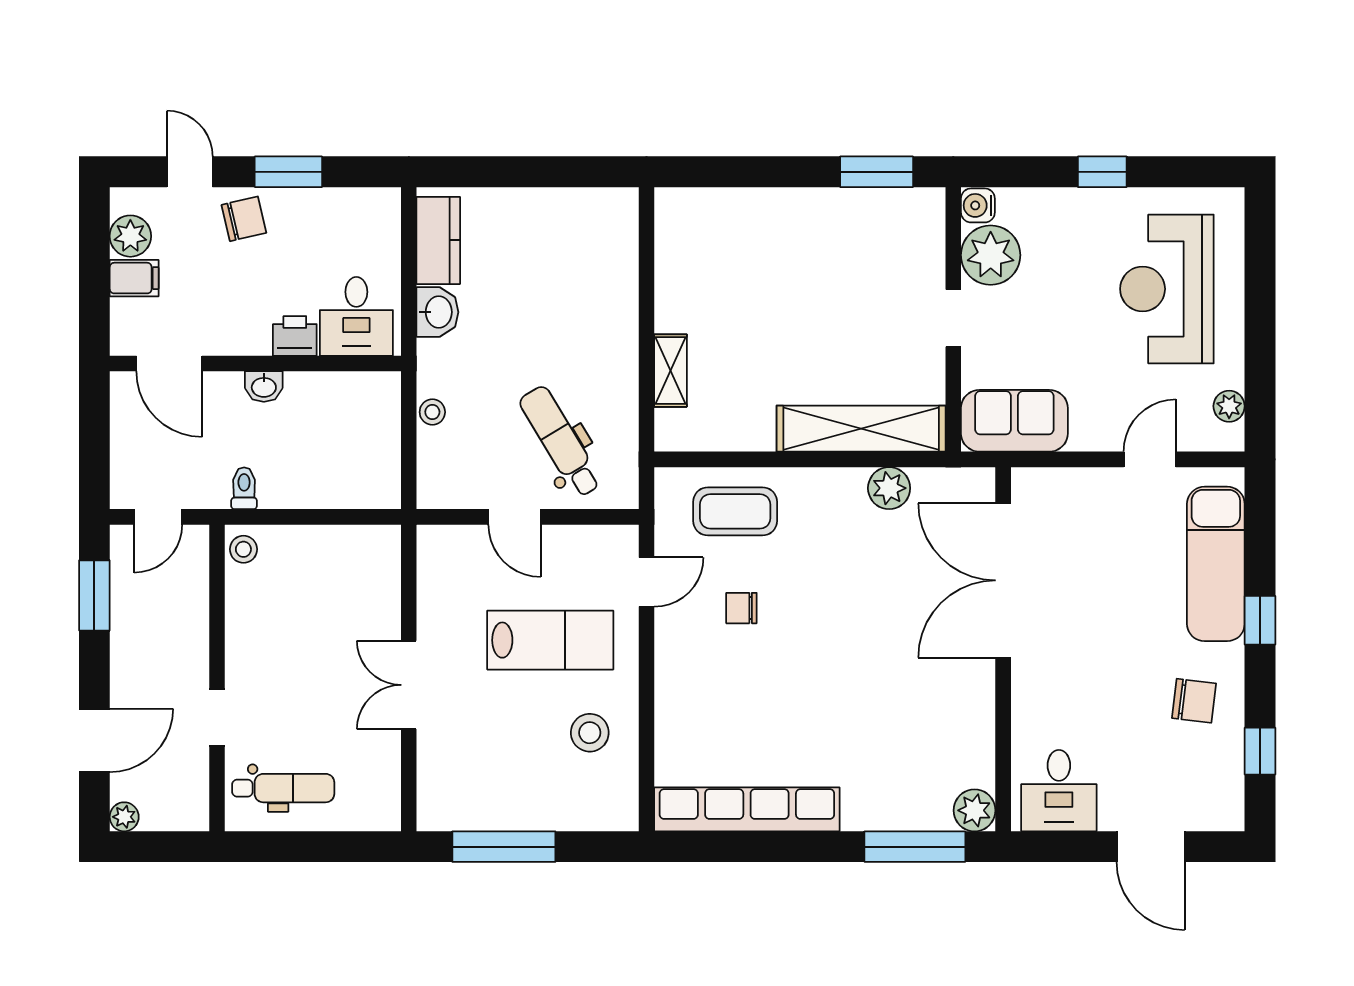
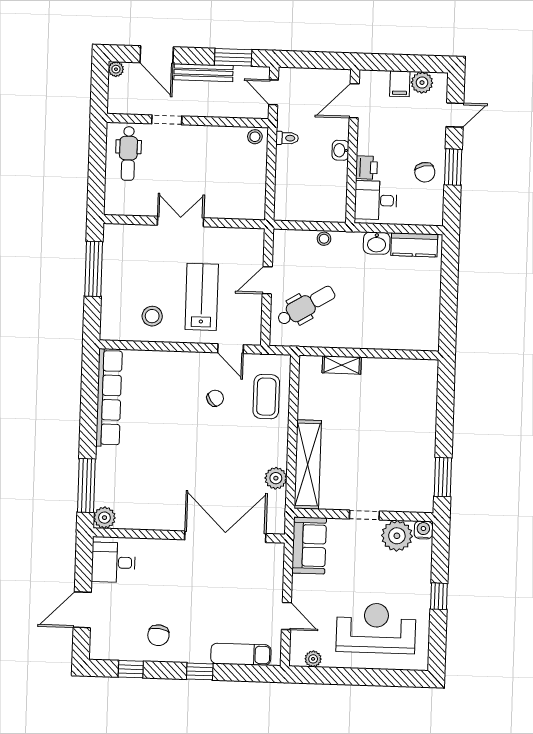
chair: (244, 219) -> (425, 172), moved
exam couch: (1216, 564) -> (241, 654), width x0.73, depth x0.69
chair: (741, 608) -> (215, 398), turned 55
lab bench: (550, 640) -> (202, 297), turned 180
bench: (125, 651) -> (203, 73), added

